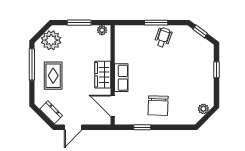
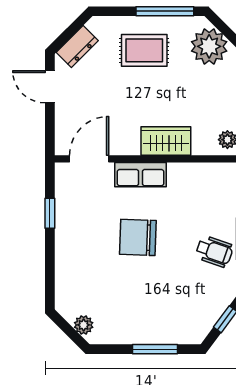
window: (217, 70) -> (155, 349), width x1.50
wardrobe: (103, 75) -> (166, 141), moved
chair: (158, 106) -> (138, 237), moved

